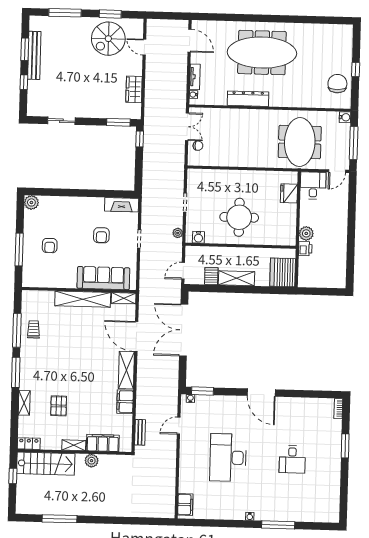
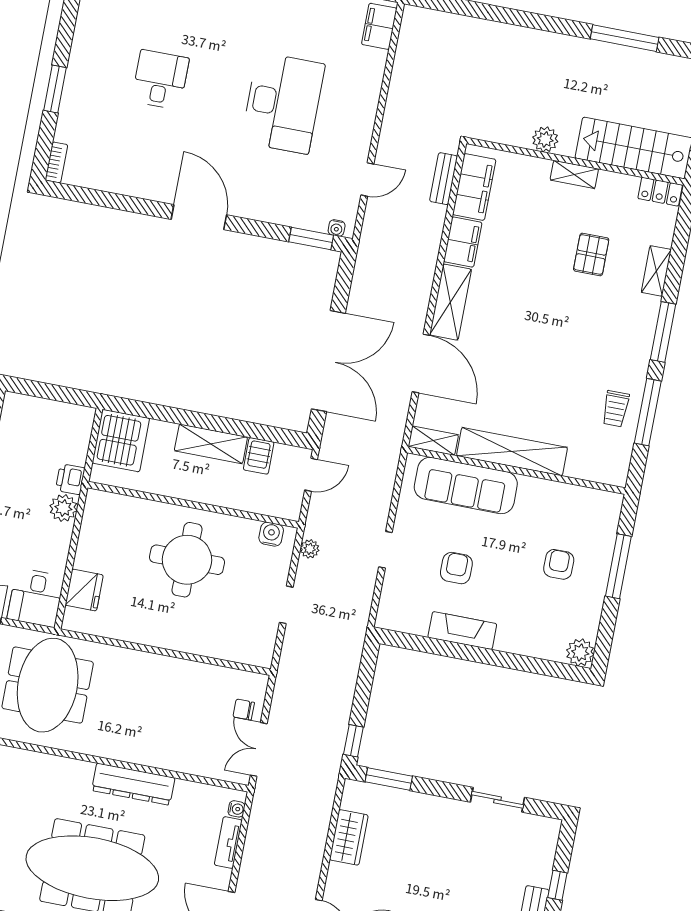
fireplace: (122, 205) -> (462, 631), moved
filing cabinet: (103, 443) -> (474, 187), moved, turned -90

